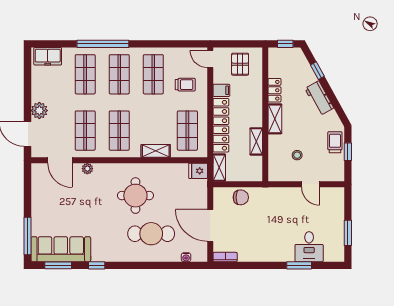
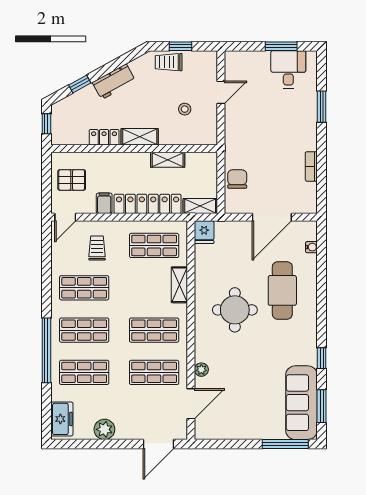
plant: (39, 111) -> (104, 429), moved
desk: (309, 247) -> (288, 69), moved, turned -90
bookcase: (225, 257) -> (311, 166), moved

